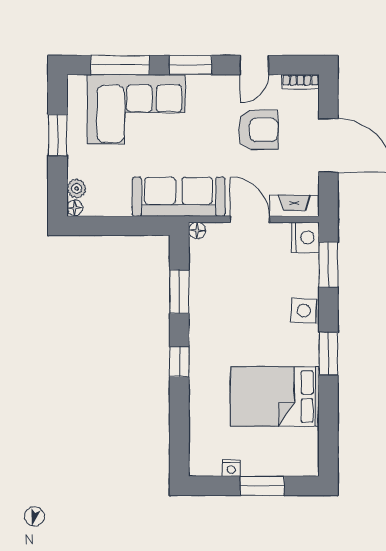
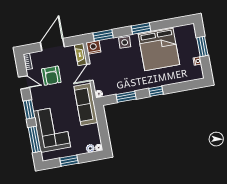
armchair: (258, 130) -> (51, 76), turned 180
bed: (275, 396) -> (159, 49), width x1.36

